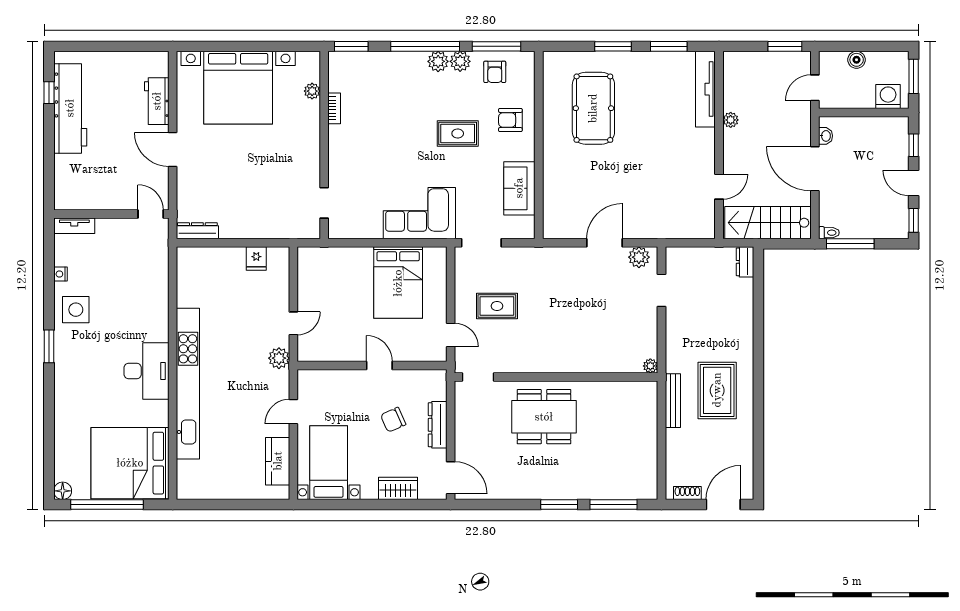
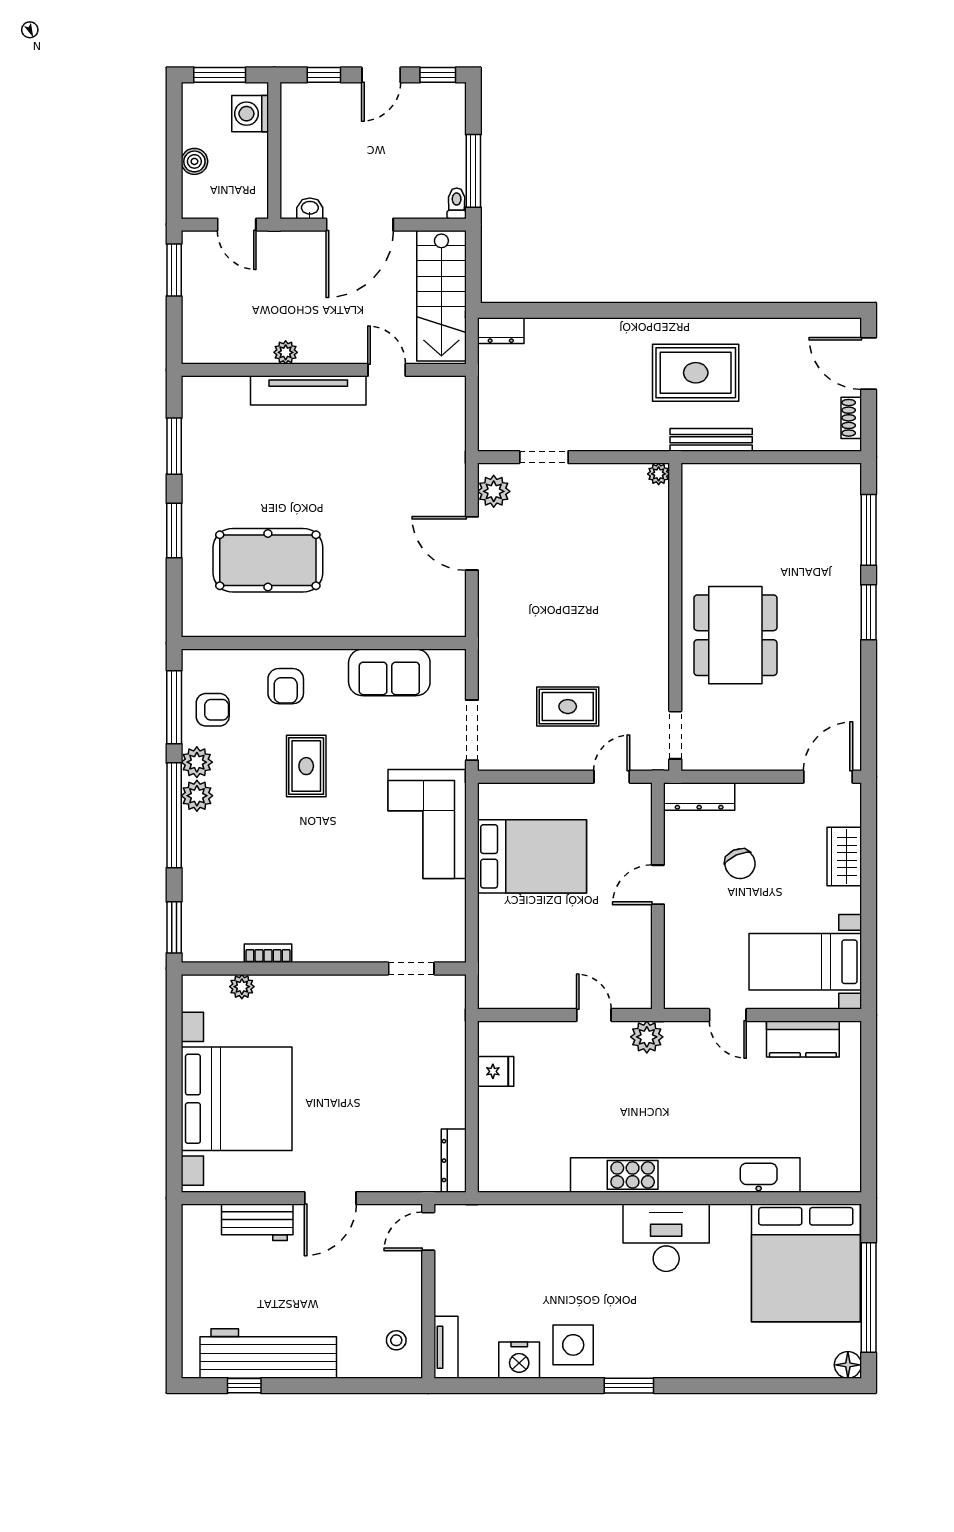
tv unit: (705, 89) -> (308, 390), moved
stool: (79, 193) -> (396, 1340), added
nightstand: (60, 274) -> (519, 1360), width x1.89, depth x1.79
rug: (497, 306) -> (568, 707), turned 90
dresser: (438, 425) -> (699, 796), moved

